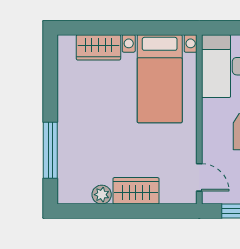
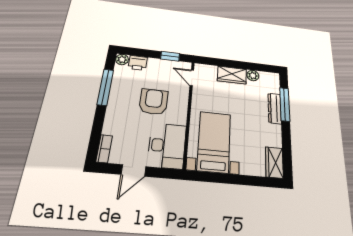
wardrobe: (98, 47) -> (274, 162), moved, turned -90
dresser: (67, 141) -> (275, 108), added

